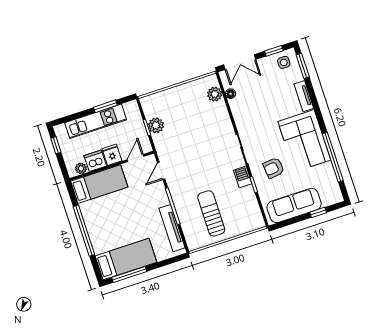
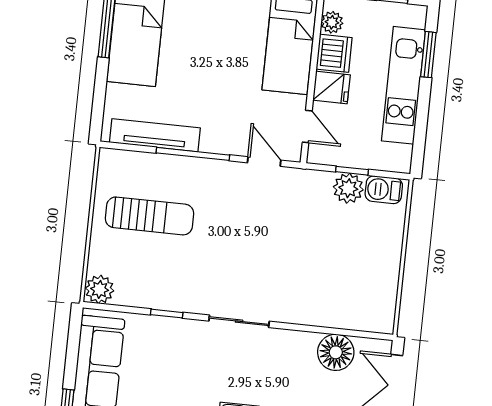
plant: (215, 94) -> (100, 289), moved
floor lamp: (231, 94) -> (336, 352), width x1.89, depth x1.89
window: (105, 106) -> (428, 55), moved
armchair: (274, 168) -> (180, 362), removed
barbecue: (243, 177) -> (384, 190), moved, turned 180

